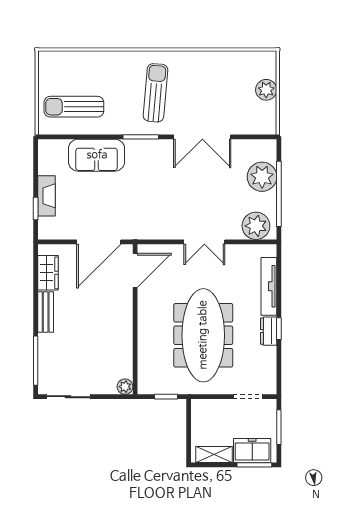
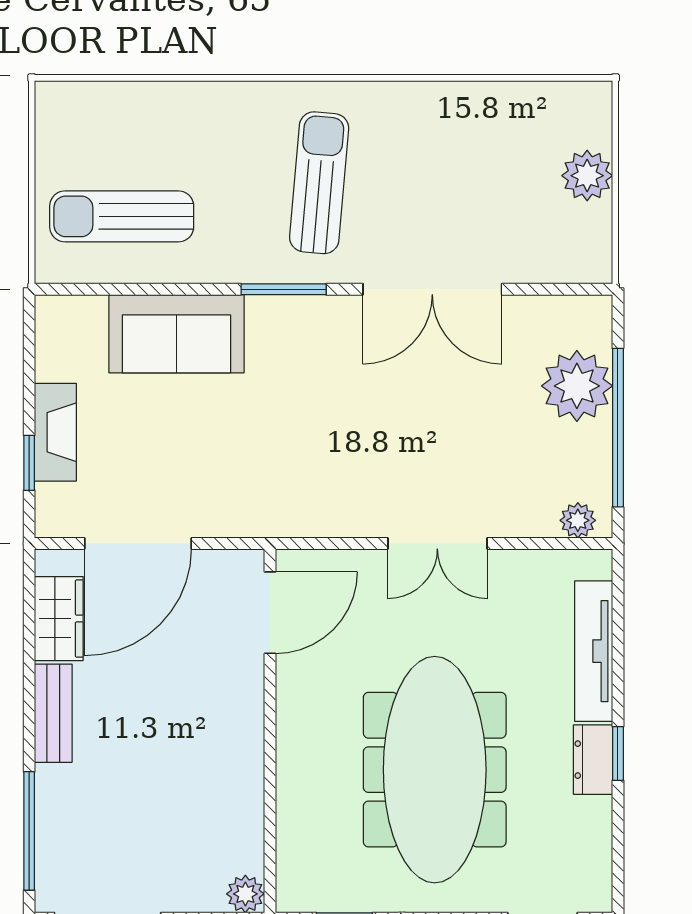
plant: (256, 226) -> (578, 520), width x0.53, depth x0.53
door: (99, 242) -> (138, 543), moved

